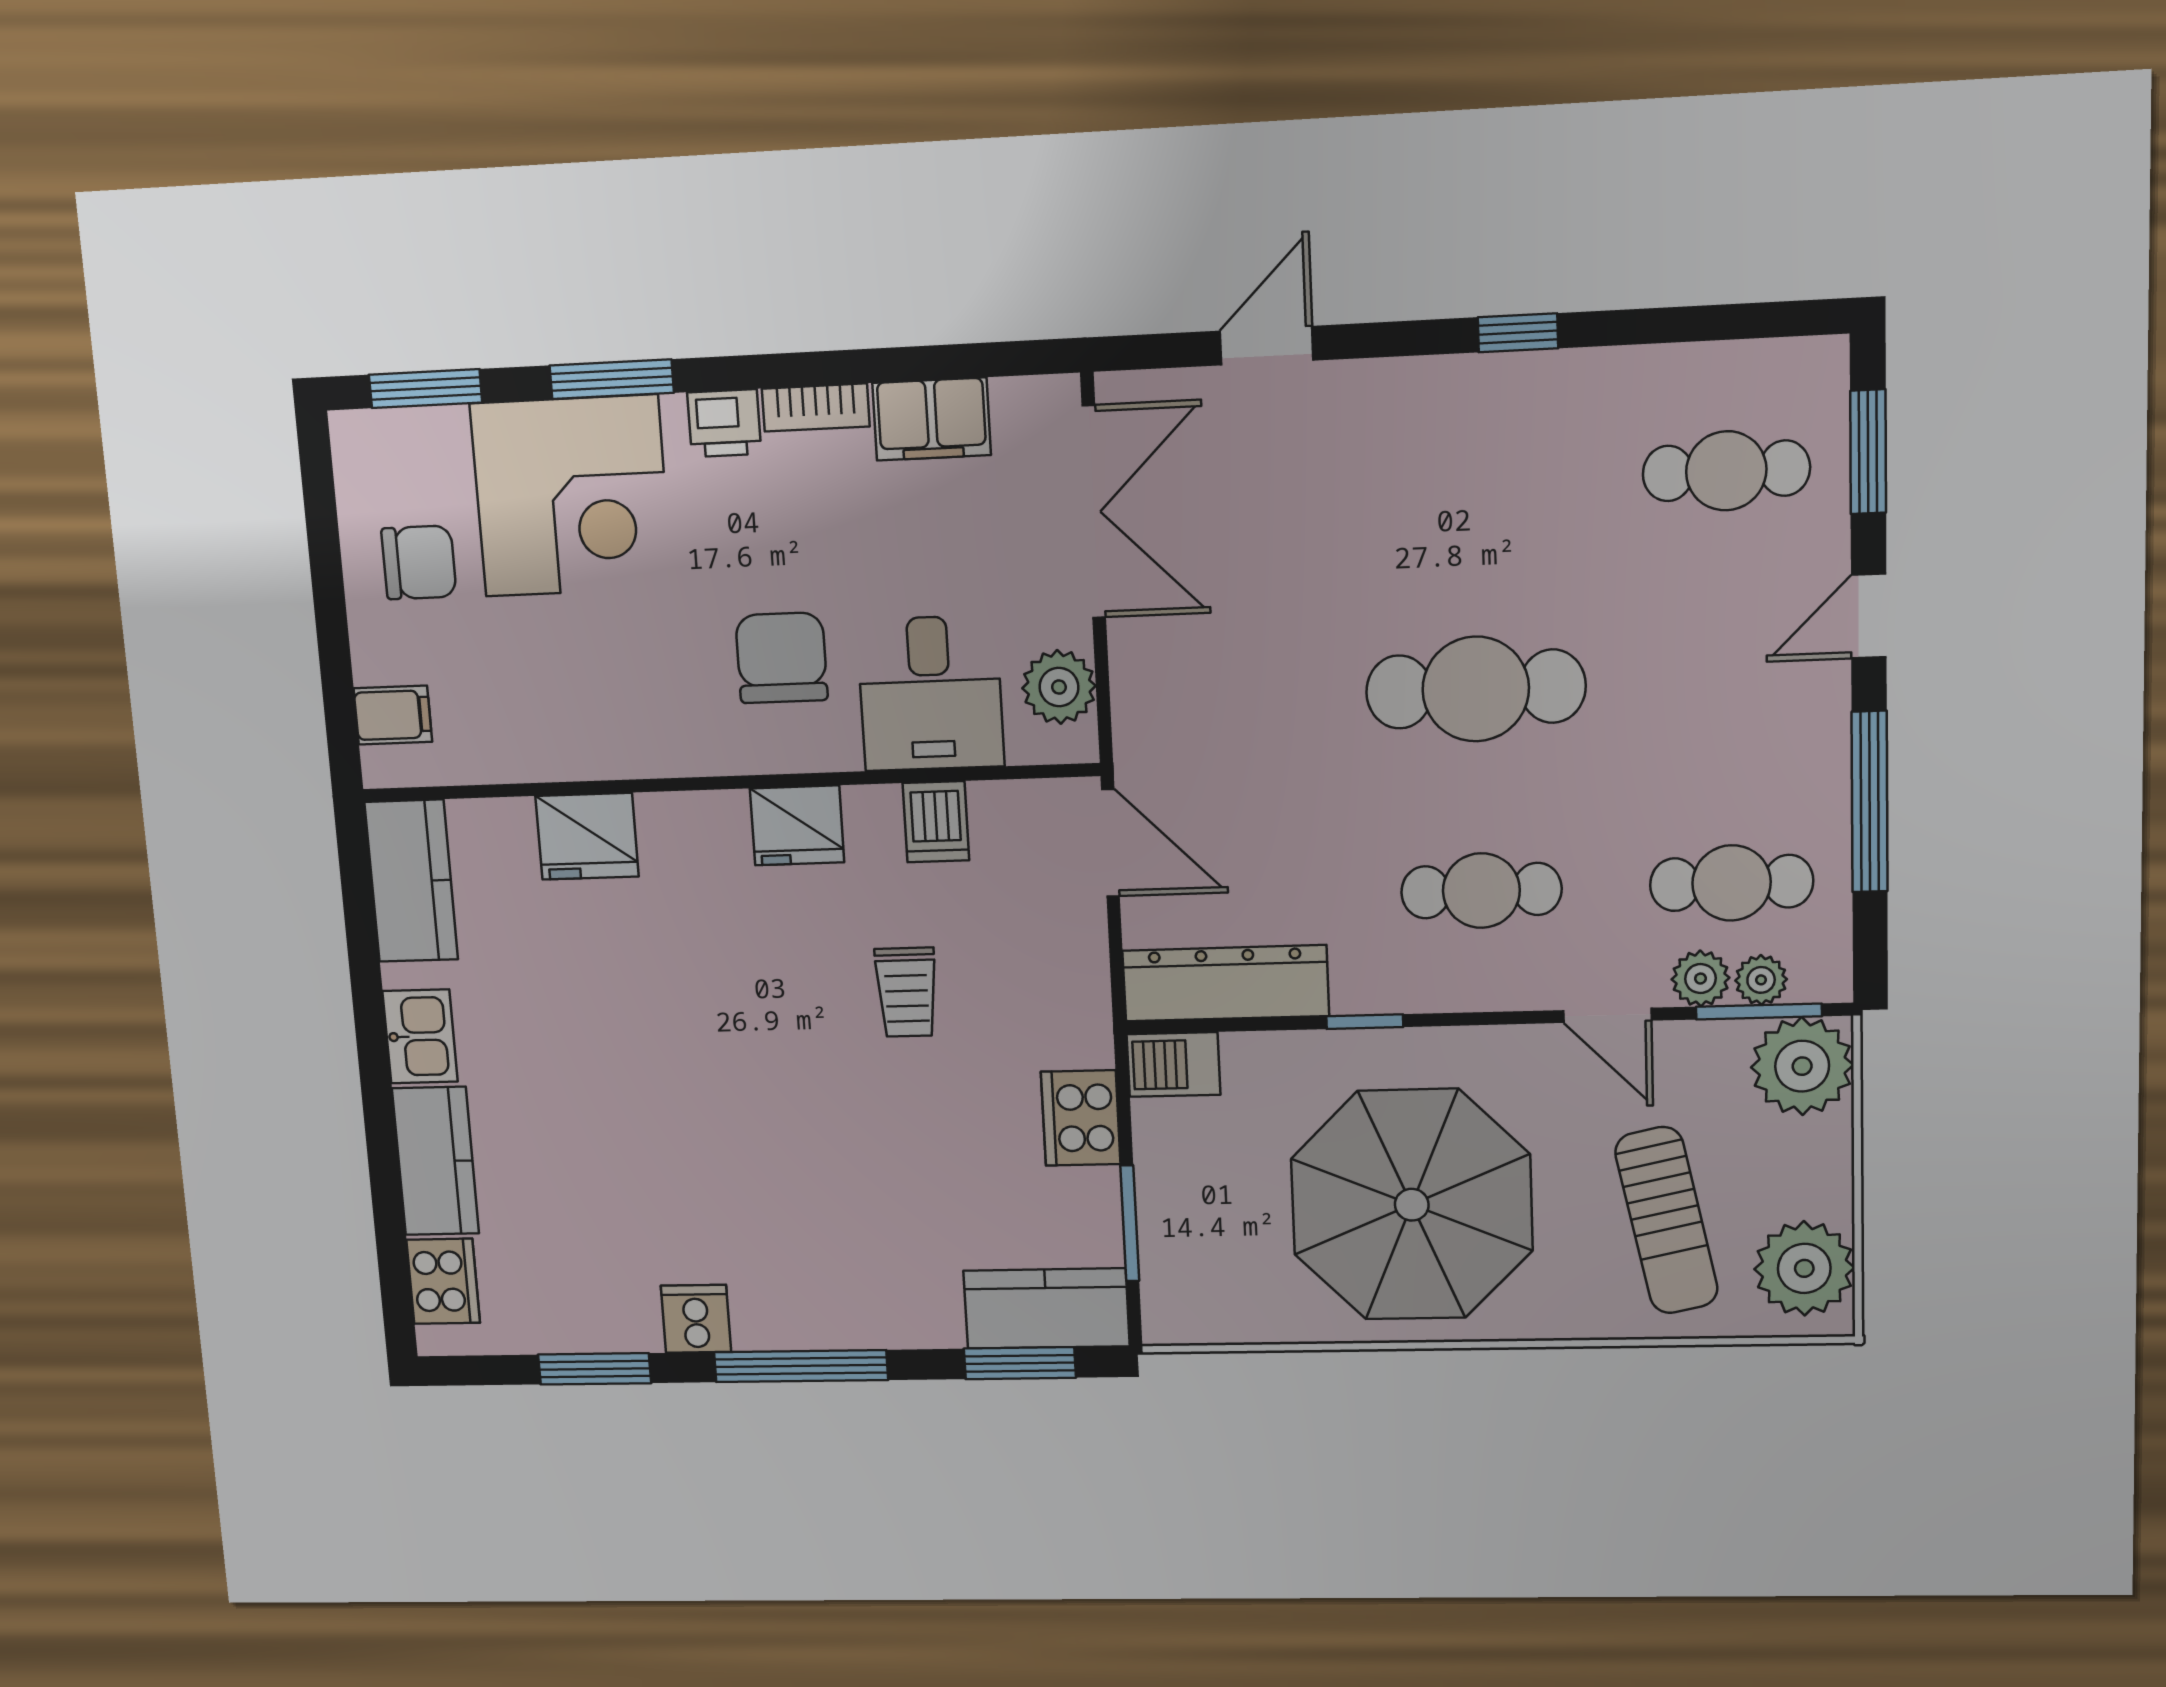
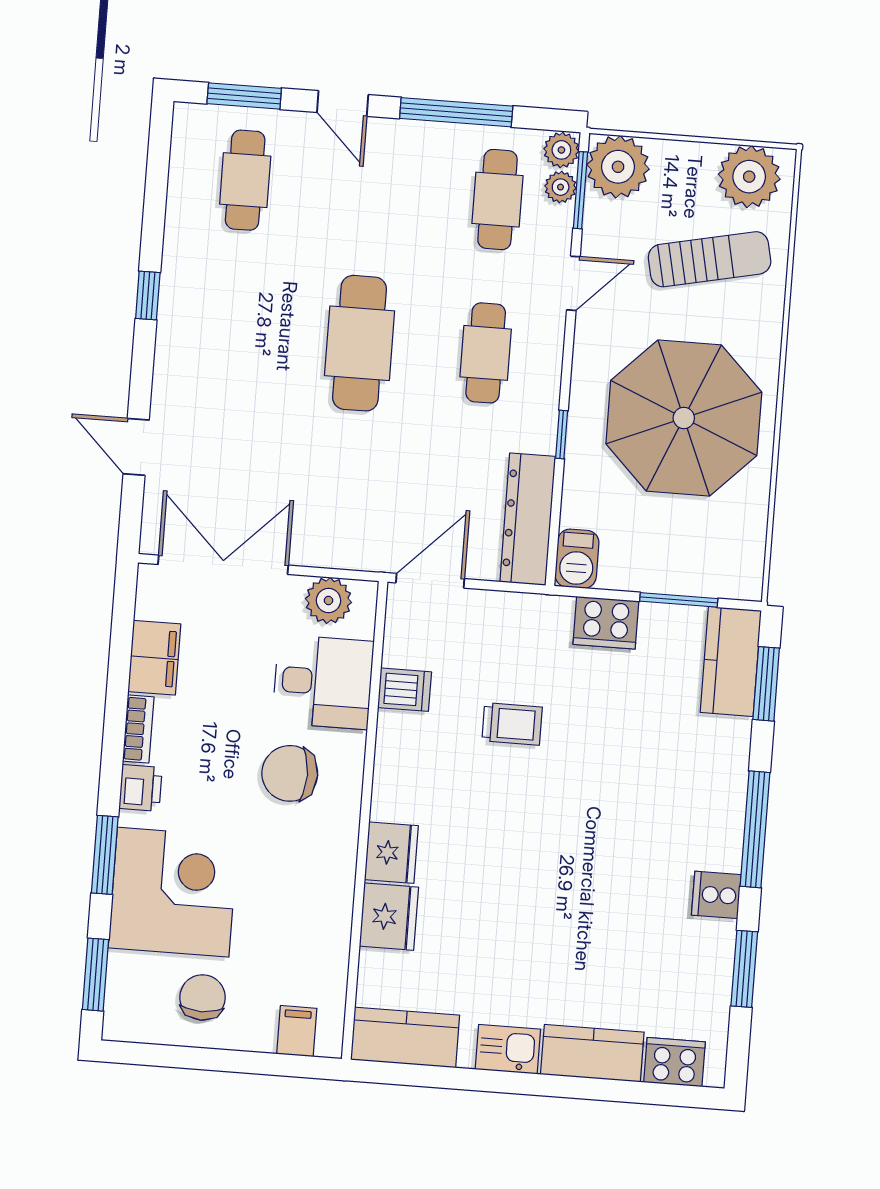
fridge: (797, 825) -> (391, 853), moved
plant: (1700, 979) -> (561, 150), moved

